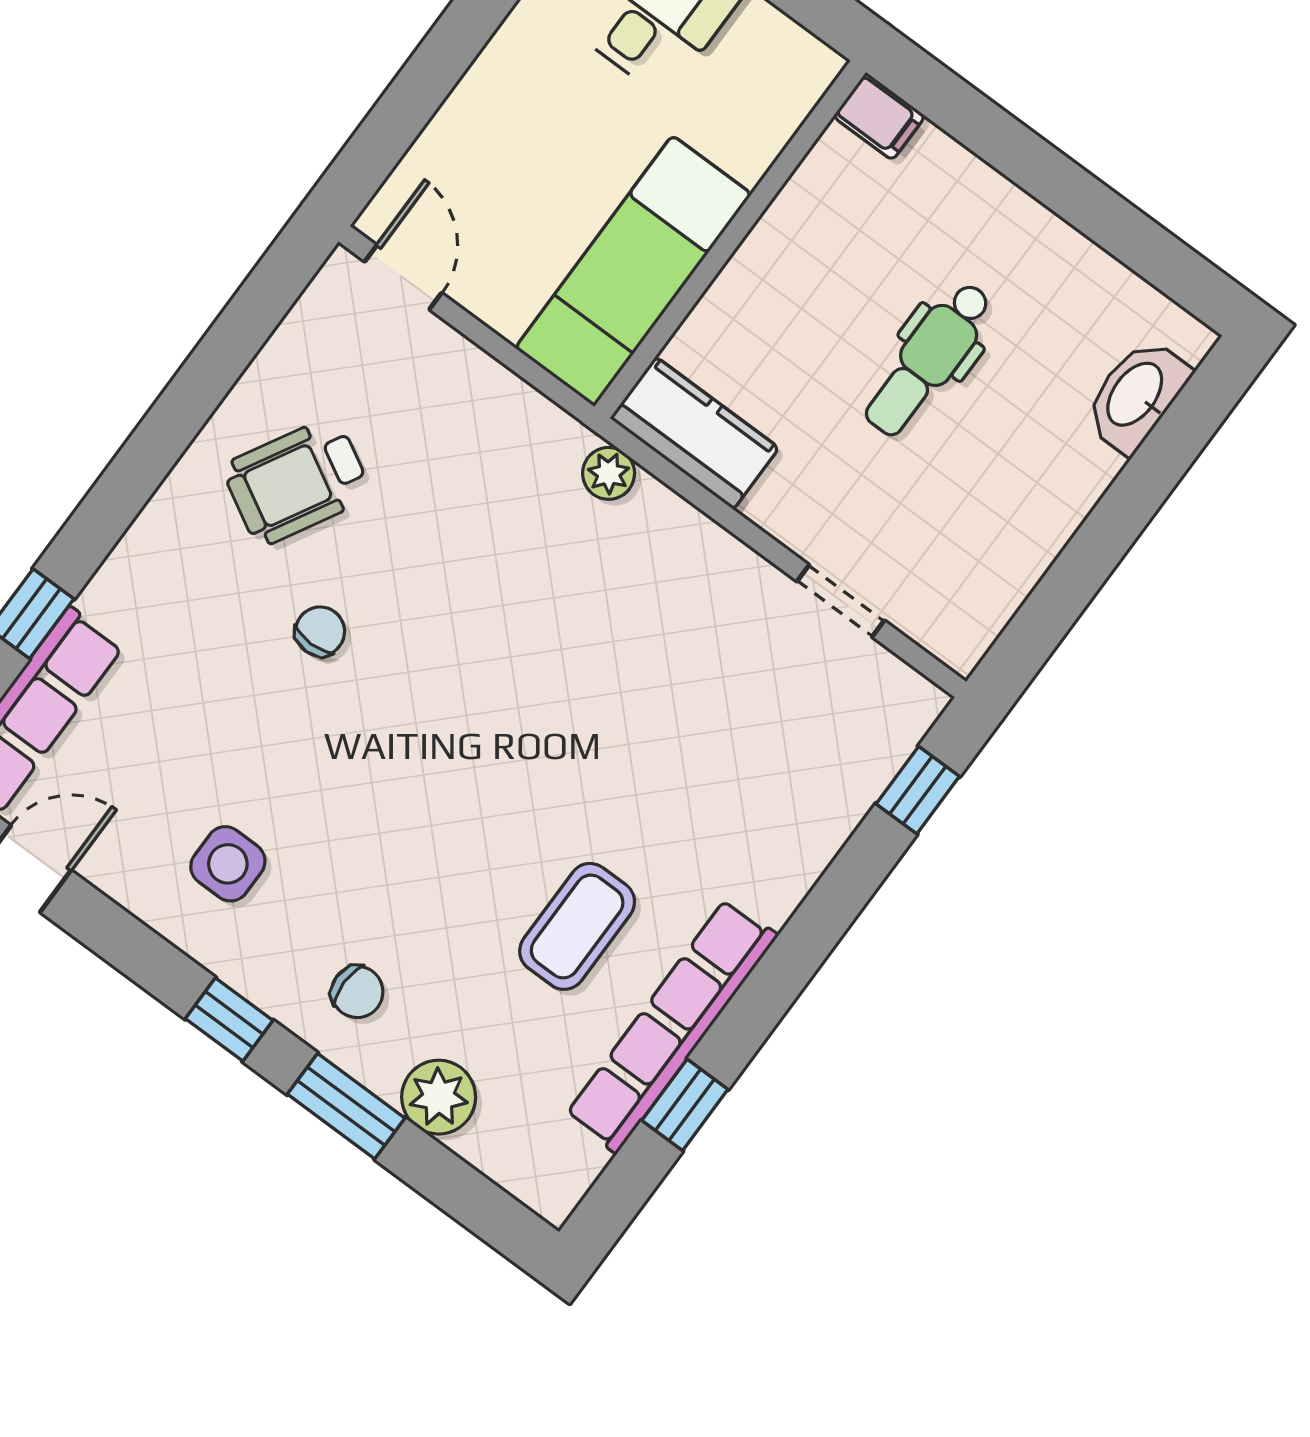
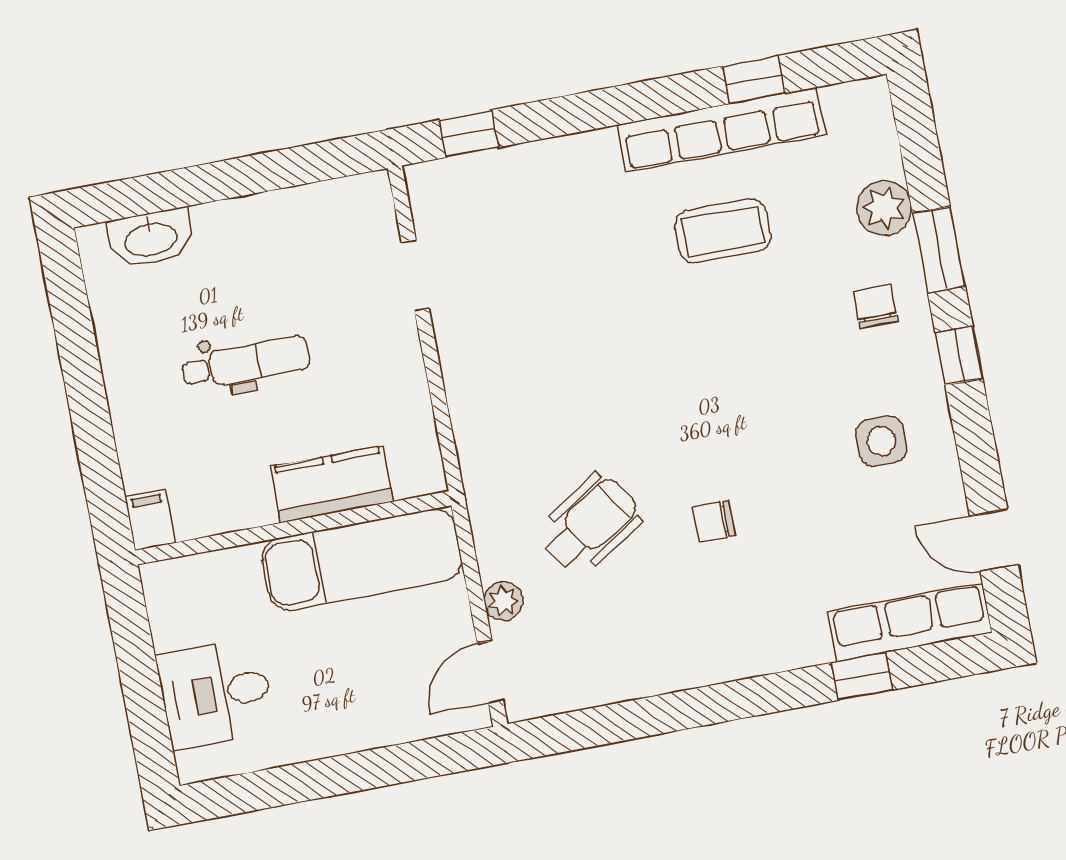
kitchen counter: (694, 433) -> (332, 484), moved, turned 90
plant: (609, 473) -> (504, 601), moved
wheelchair: (297, 481) -> (590, 524), moved, turned -62

